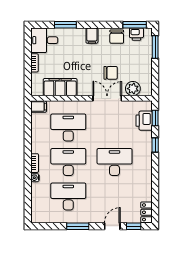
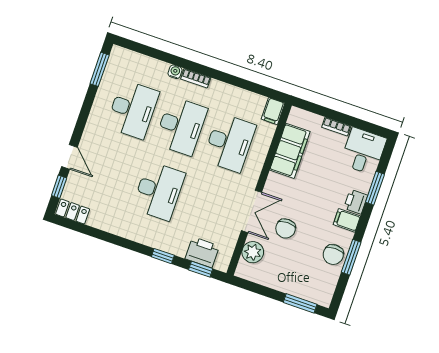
window: (135, 25) -> (351, 257), moved
printer: (136, 34) -> (356, 202), moved
chair: (117, 37) -> (333, 255), turned -90
window: (78, 226) -> (100, 69), moved

